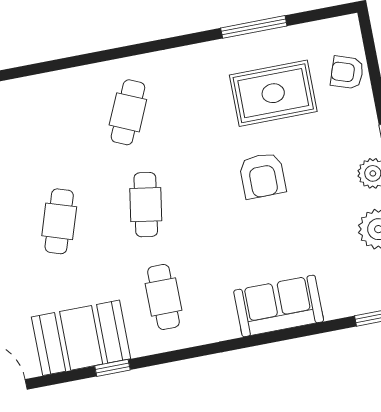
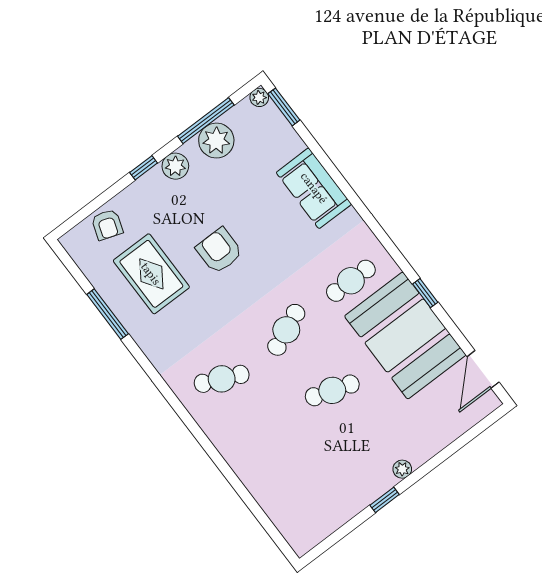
armchair: (262, 176) -> (219, 251), turned -90
cafe table: (146, 205) -> (286, 330), turned -33
booth: (81, 338) -> (405, 336), width x1.36, depth x1.42

